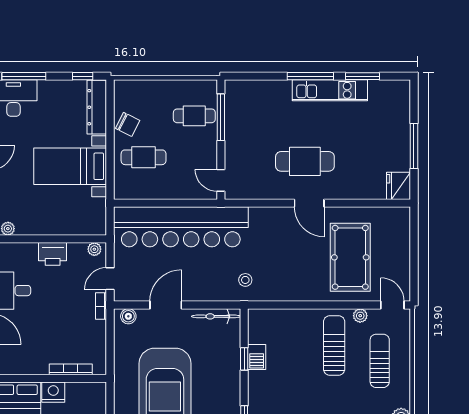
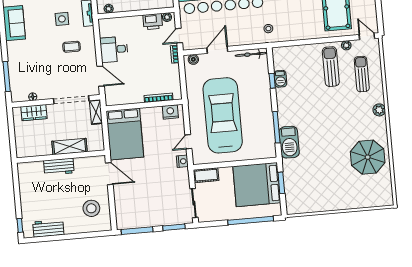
printer: (53, 254) -> (153, 22), moved
nightstand: (53, 392) -> (170, 112), moved

